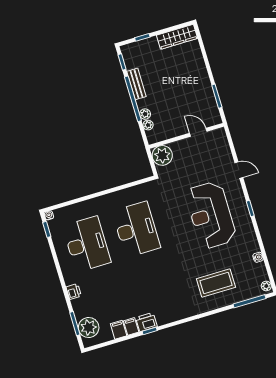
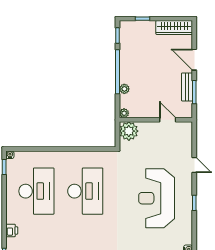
door: (207, 63) -> (194, 60), added
bench: (136, 84) -> (187, 87), moved
plant: (148, 125) -> (124, 113), moved

